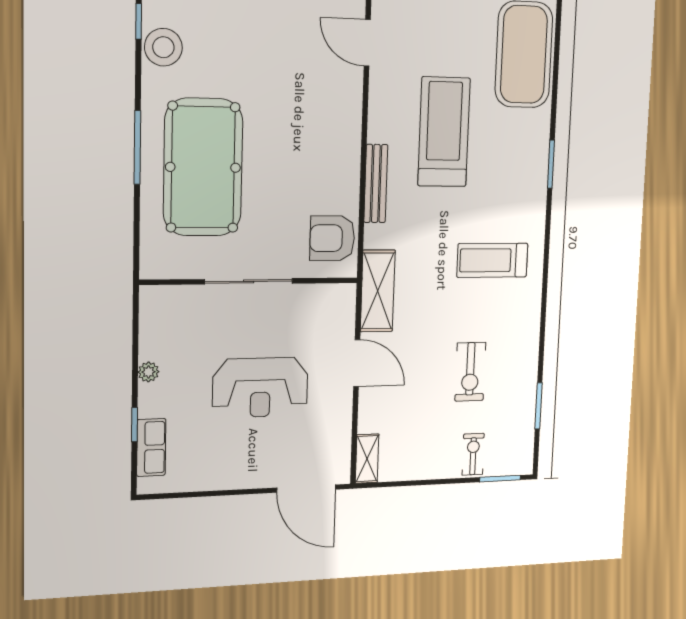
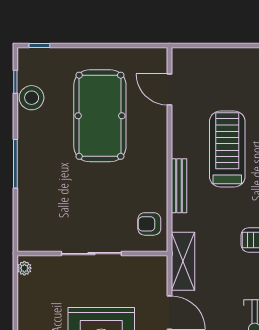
pool table: (203, 167) -> (100, 116), moved
armchair: (332, 238) -> (149, 224), width x0.72, depth x0.72
plant: (149, 372) -> (24, 268), moved

